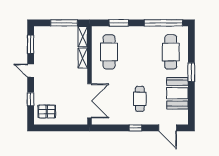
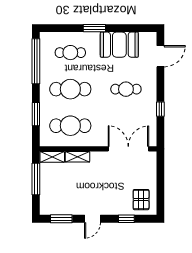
cafe table: (140, 52) -> (70, 89), added
cafe table: (171, 52) -> (70, 53), width x0.73, depth x0.74
window: (135, 128) -> (160, 109), moved

